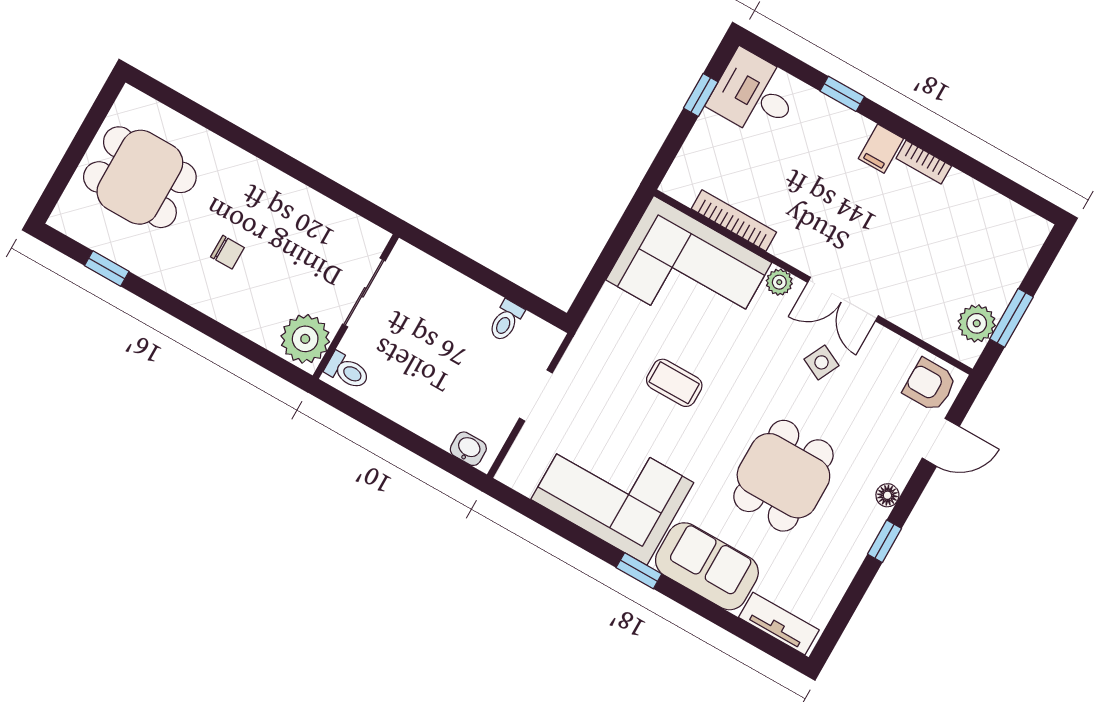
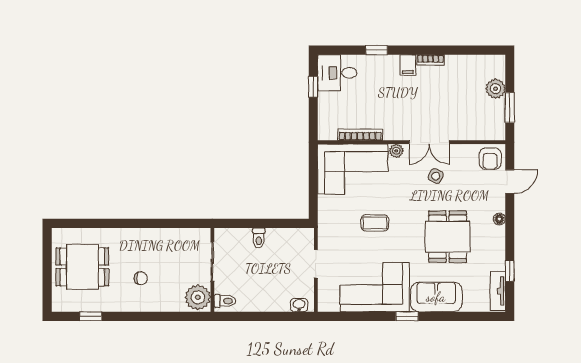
toilet: (506, 321) -> (259, 238), moved
plant: (977, 323) -> (496, 89), moved
armchair: (930, 385) -> (490, 159), turned -90
window: (884, 541) -> (510, 271), moved
tv unit: (779, 624) -> (498, 291), moved, turned -90

